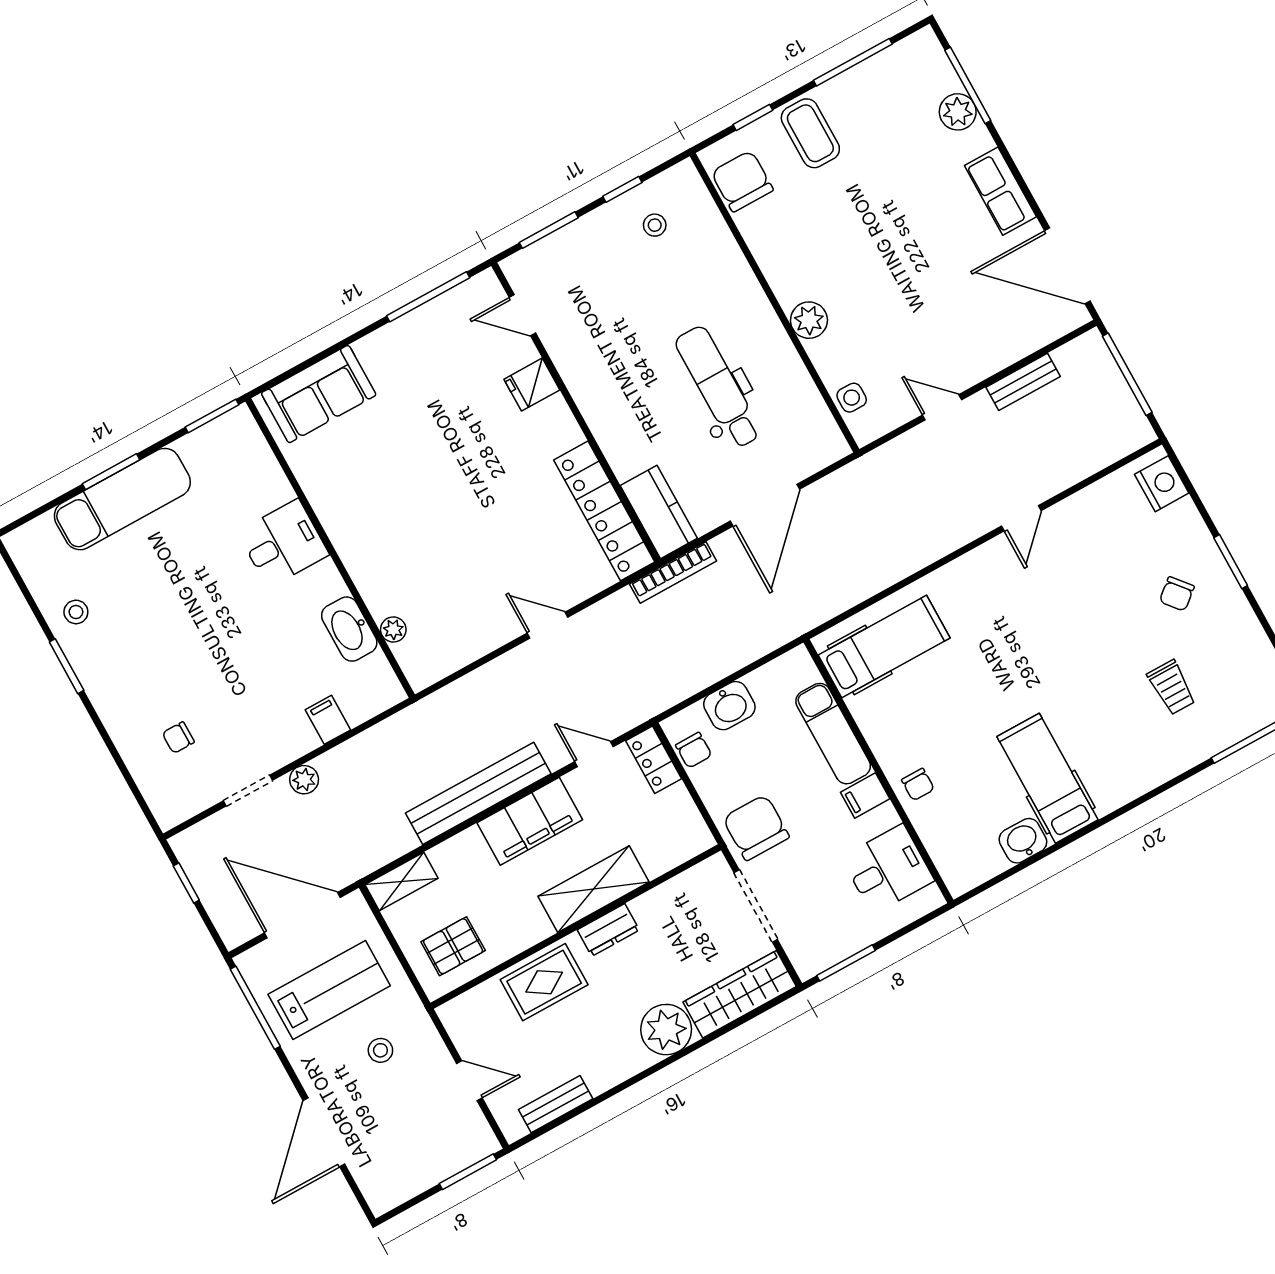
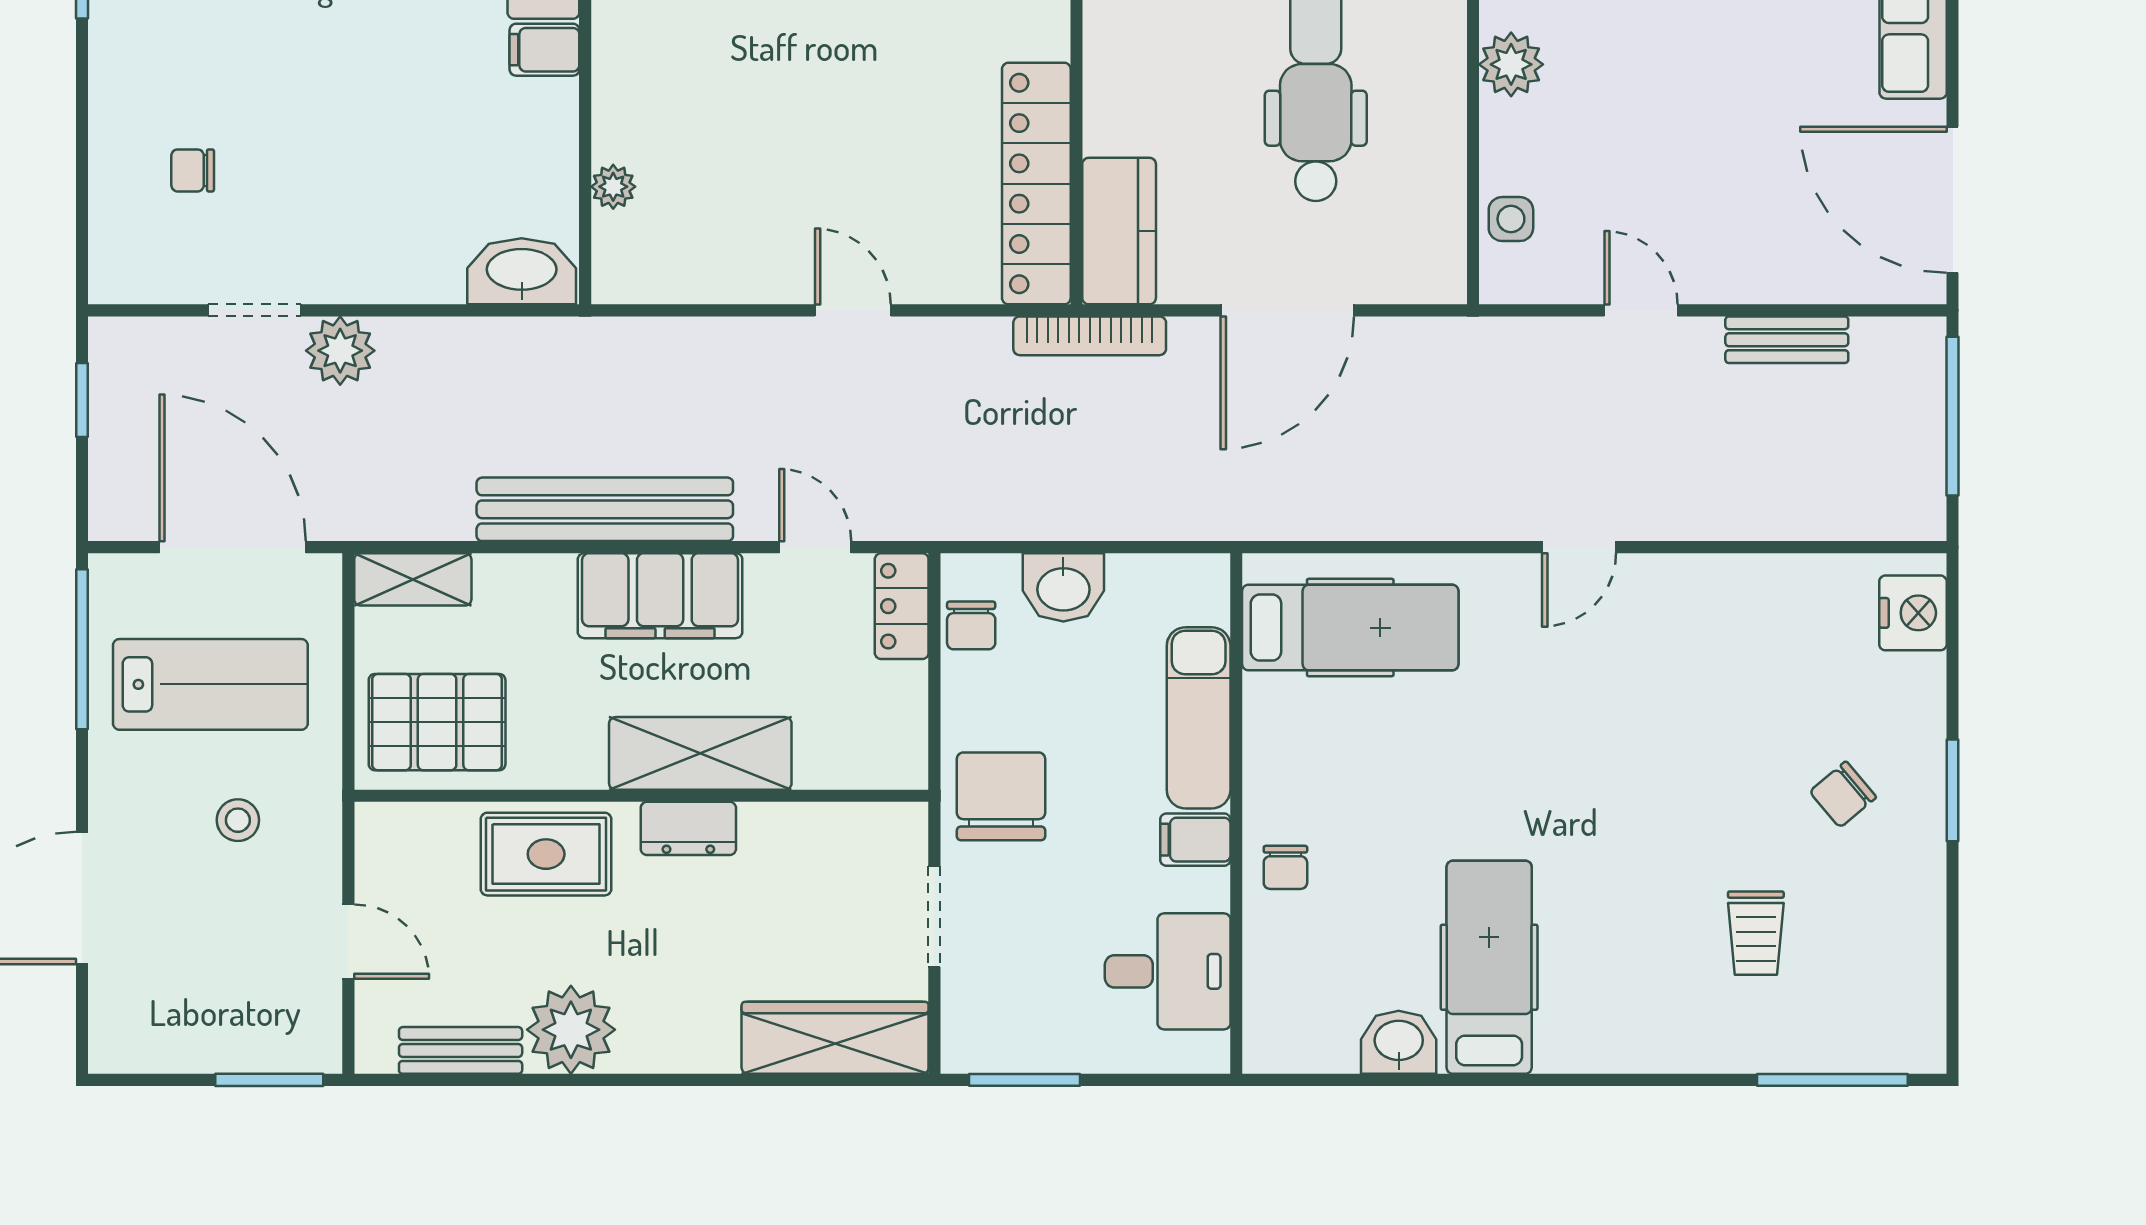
door: (1021, 518) -> (1579, 547), moved
washbasin: (349, 629) -> (522, 271), moved, turned 90
filing cabinet: (328, 720) -> (544, 50), moved, turned -90
plant: (304, 780) -> (340, 351), width x1.38, depth x1.38
doorway: (756, 906) -> (934, 917), width x0.73
pallet: (453, 946) -> (437, 722), width x1.50, depth x1.42
plant: (666, 1030) -> (571, 1030), moved

